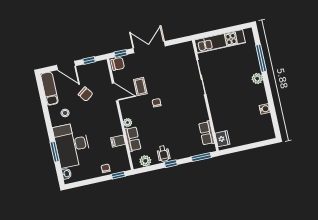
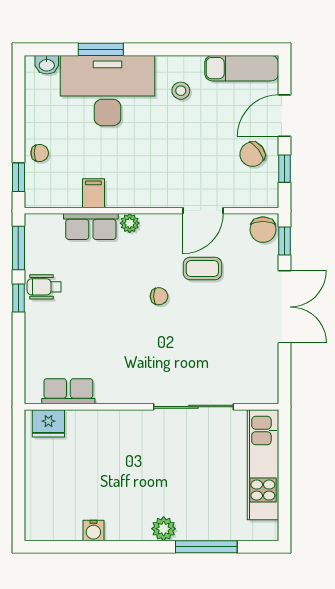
chair: (86, 94) -> (252, 154), moved
window: (201, 157) -> (18, 248), moved
plant: (145, 161) -> (37, 244), removed

